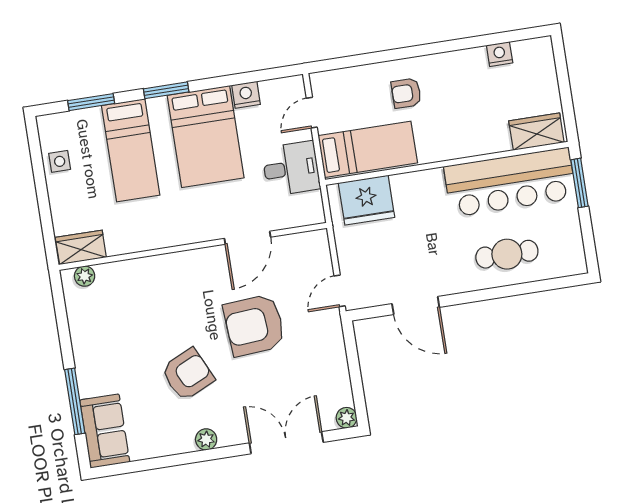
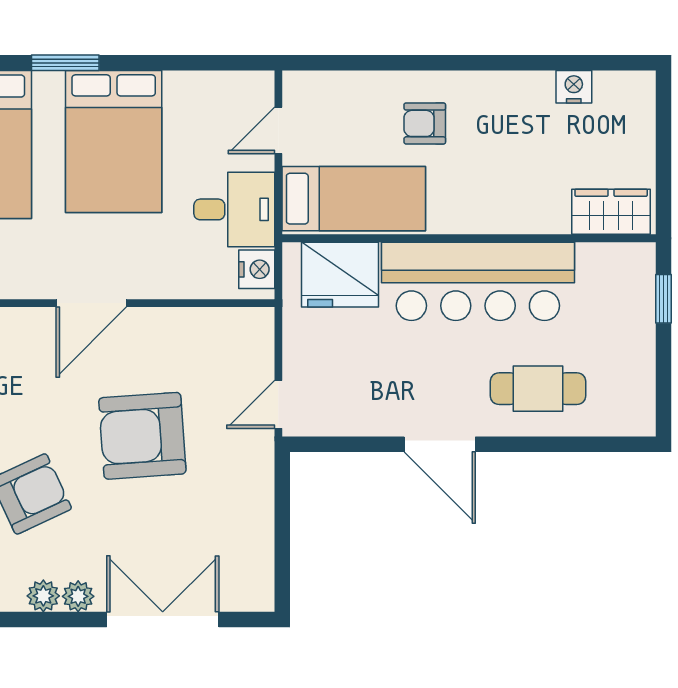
nightstand: (246, 95) -> (257, 269), moved, turned 90
bar counter: (510, 182) -> (478, 281), moved
window: (580, 183) -> (664, 299), width x0.67
door: (247, 238) -> (91, 303), moved
door: (416, 305) -> (440, 444), moved
plant: (346, 418) -> (78, 596), moved

